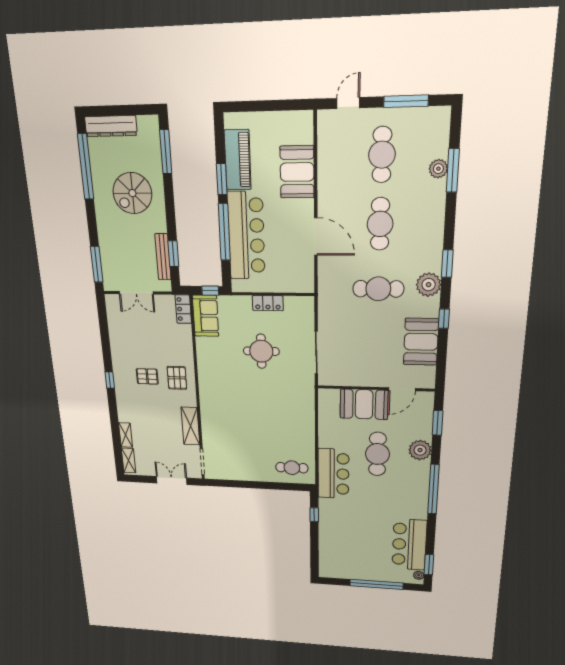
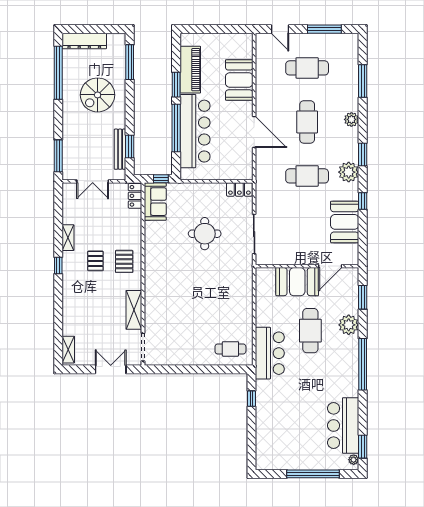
door: (348, 103) -> (280, 29), swing flipped
cafe table: (382, 155) -> (307, 68), turned 90
plant: (438, 169) -> (351, 119), moved
locker: (268, 303) -> (239, 189), moved
pallet: (147, 376) -> (95, 261), turned 90
shelving: (126, 435) -> (68, 238), moved

